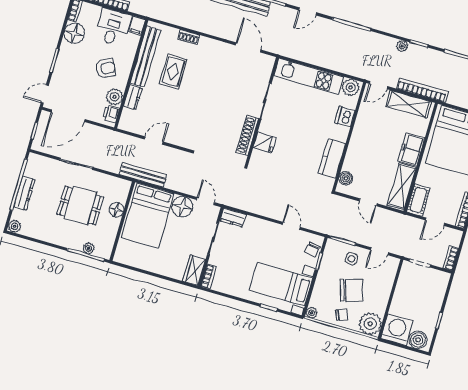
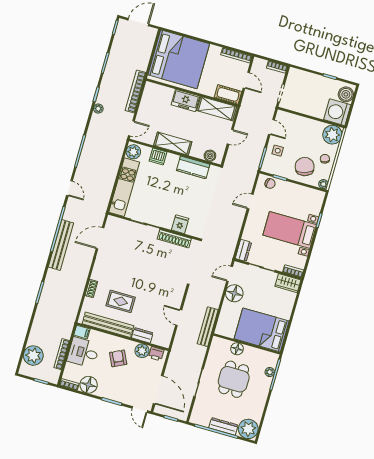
door: (378, 85) -> (131, 128), hinge flipped
shelving: (409, 104) -> (173, 144), moved, turned 90
bed: (148, 216) -> (262, 330), moved, turned 180
plant: (15, 226) -> (248, 429), width x1.88, depth x1.88
bed with nightstands: (281, 284) -> (290, 230), moved, turned 90
chair: (351, 290) -> (305, 167), moved

